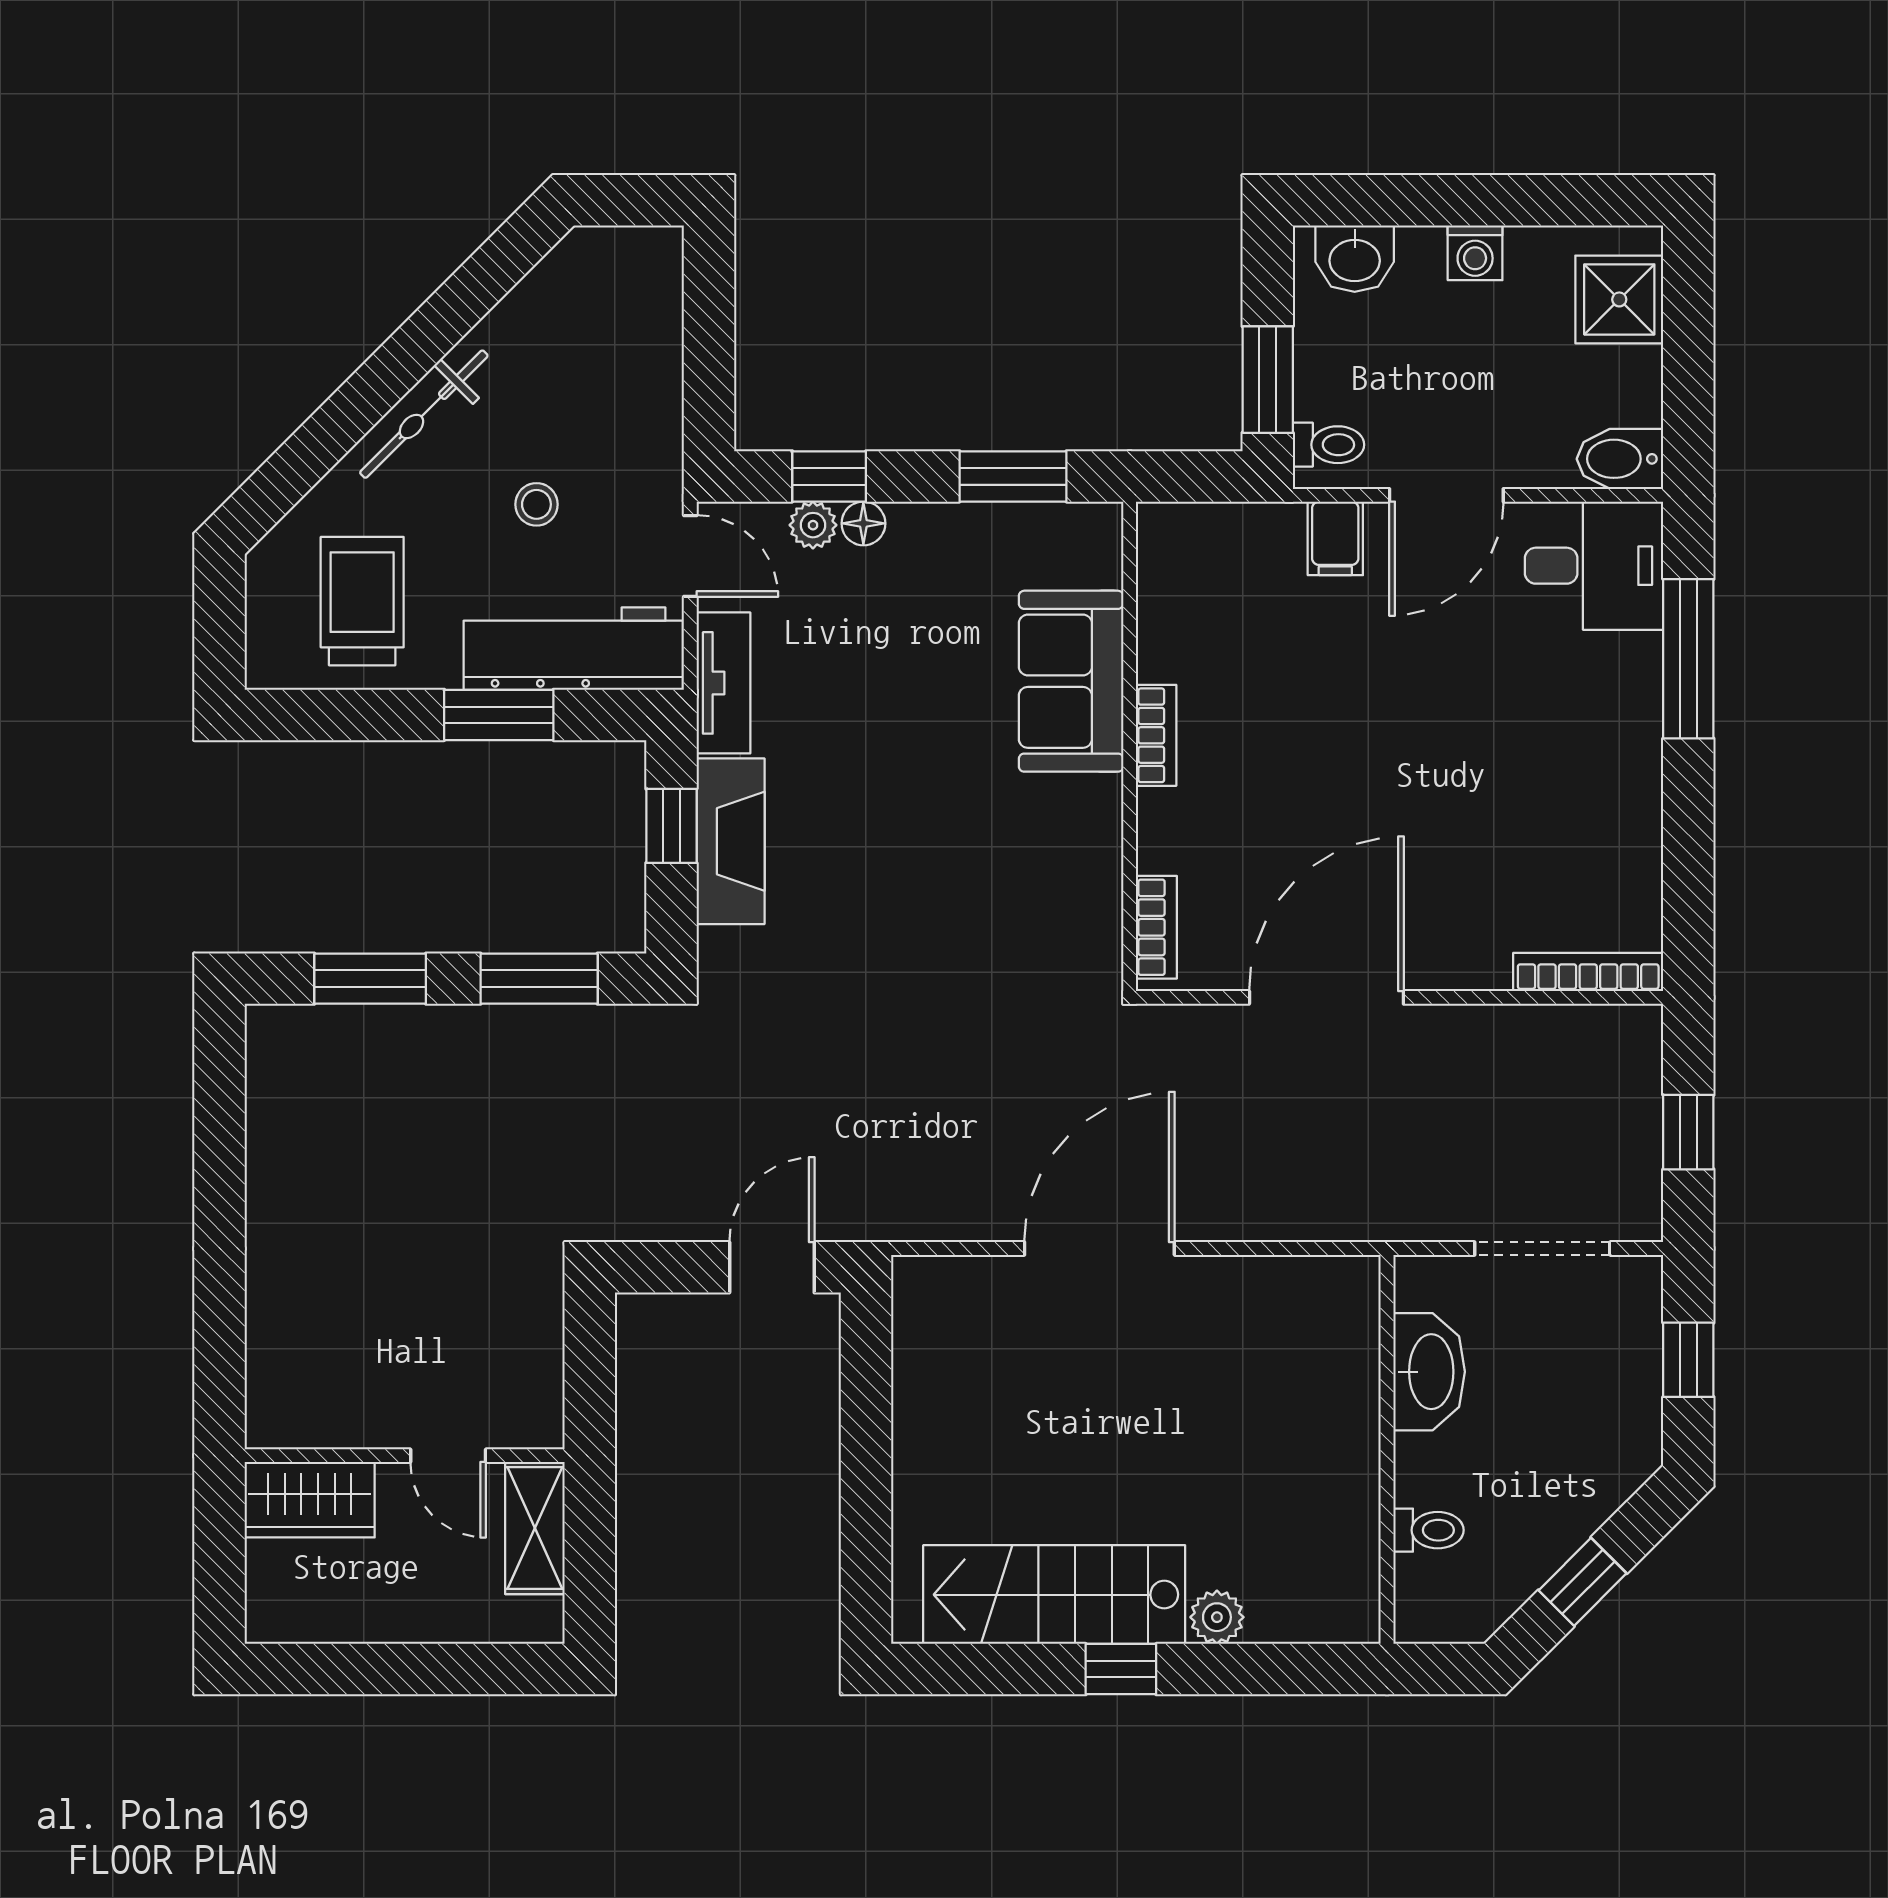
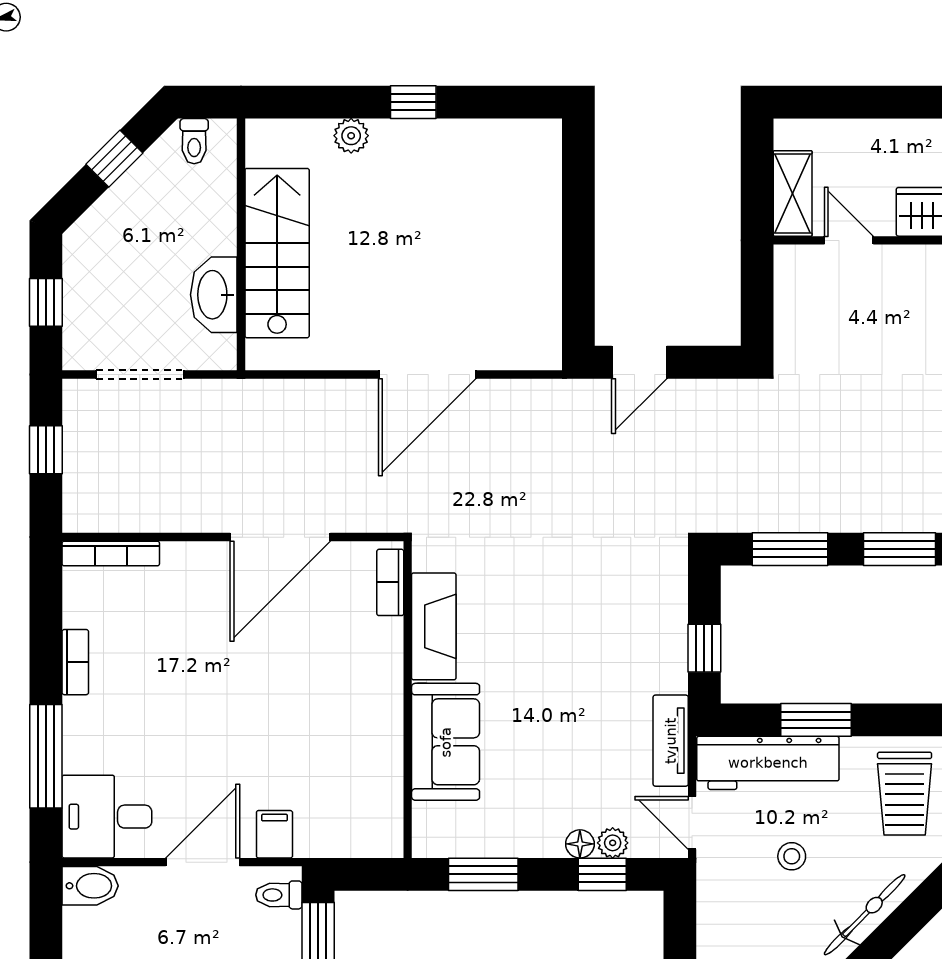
bookcase: (1156, 735) -> (75, 662), moved, turned 180
fireplace: (731, 841) -> (434, 626), moved, turned 180
toilet: (1428, 1530) -> (194, 141), moved, turned -90
stairs: (1054, 1595) -> (277, 253), moved, turned -90

